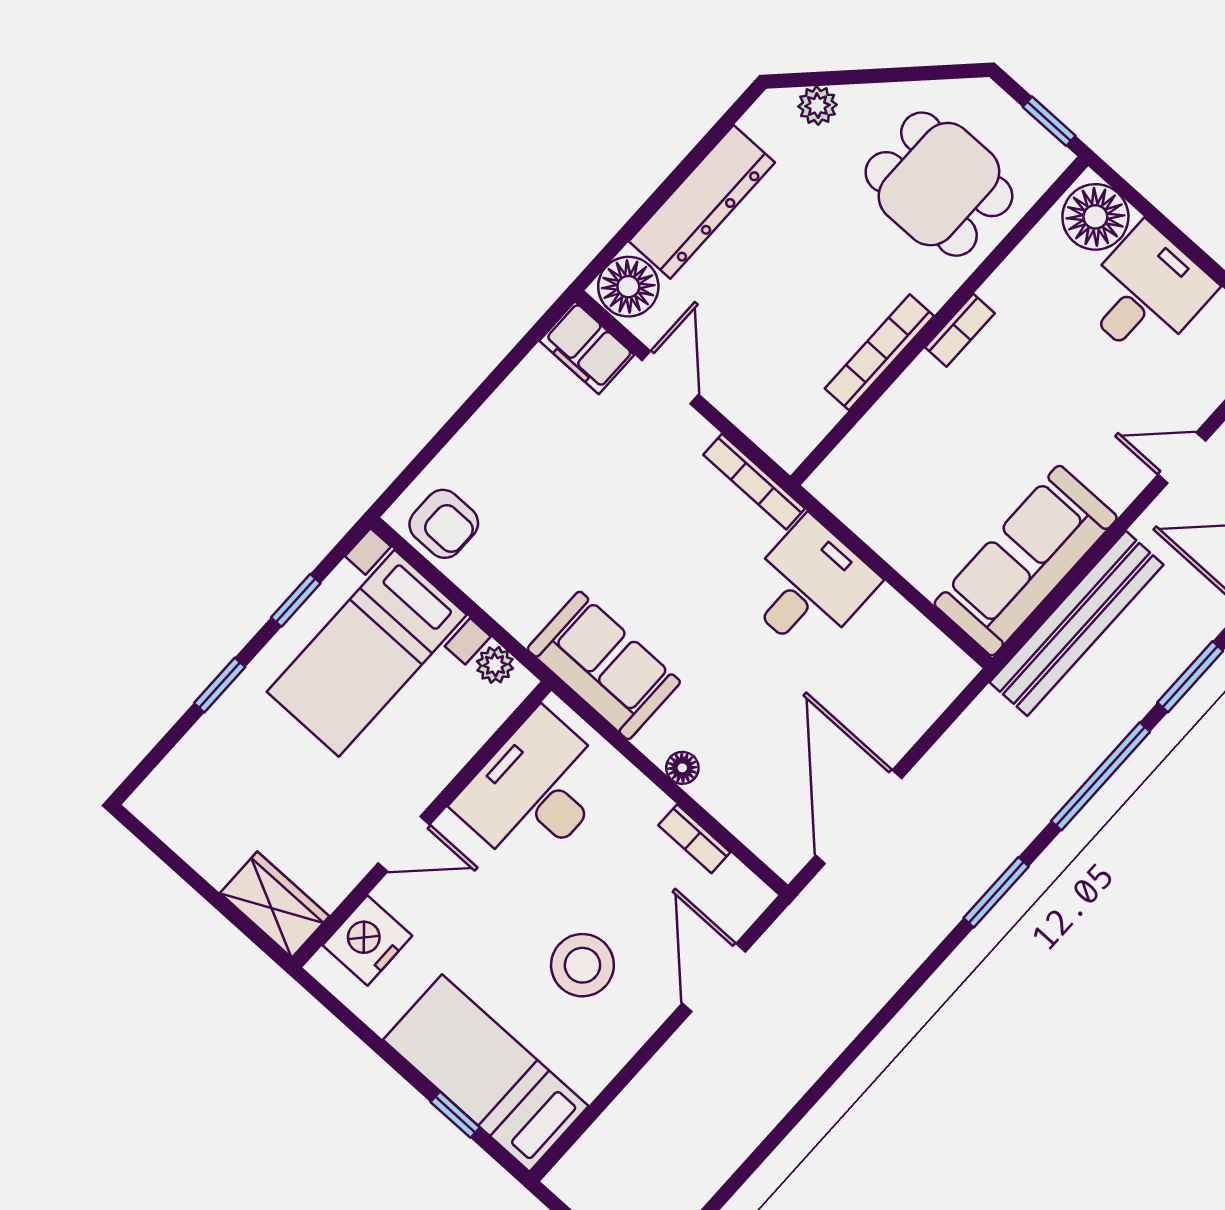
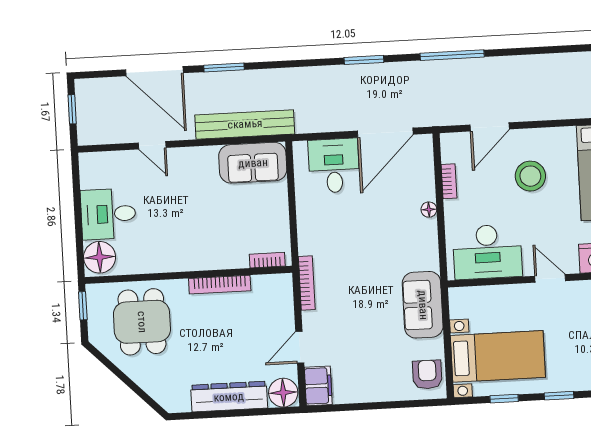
plant: (817, 106) -> (157, 390), removed
bookcase: (960, 330) -> (267, 260), moved
sofa: (1026, 561) -> (253, 163), width x0.73
desk: (809, 586) -> (334, 166), moved, turned 90
plant: (495, 665) -> (458, 309), removed
sofa: (604, 665) -> (423, 305), moved
window: (1101, 776) -> (452, 55), moved

